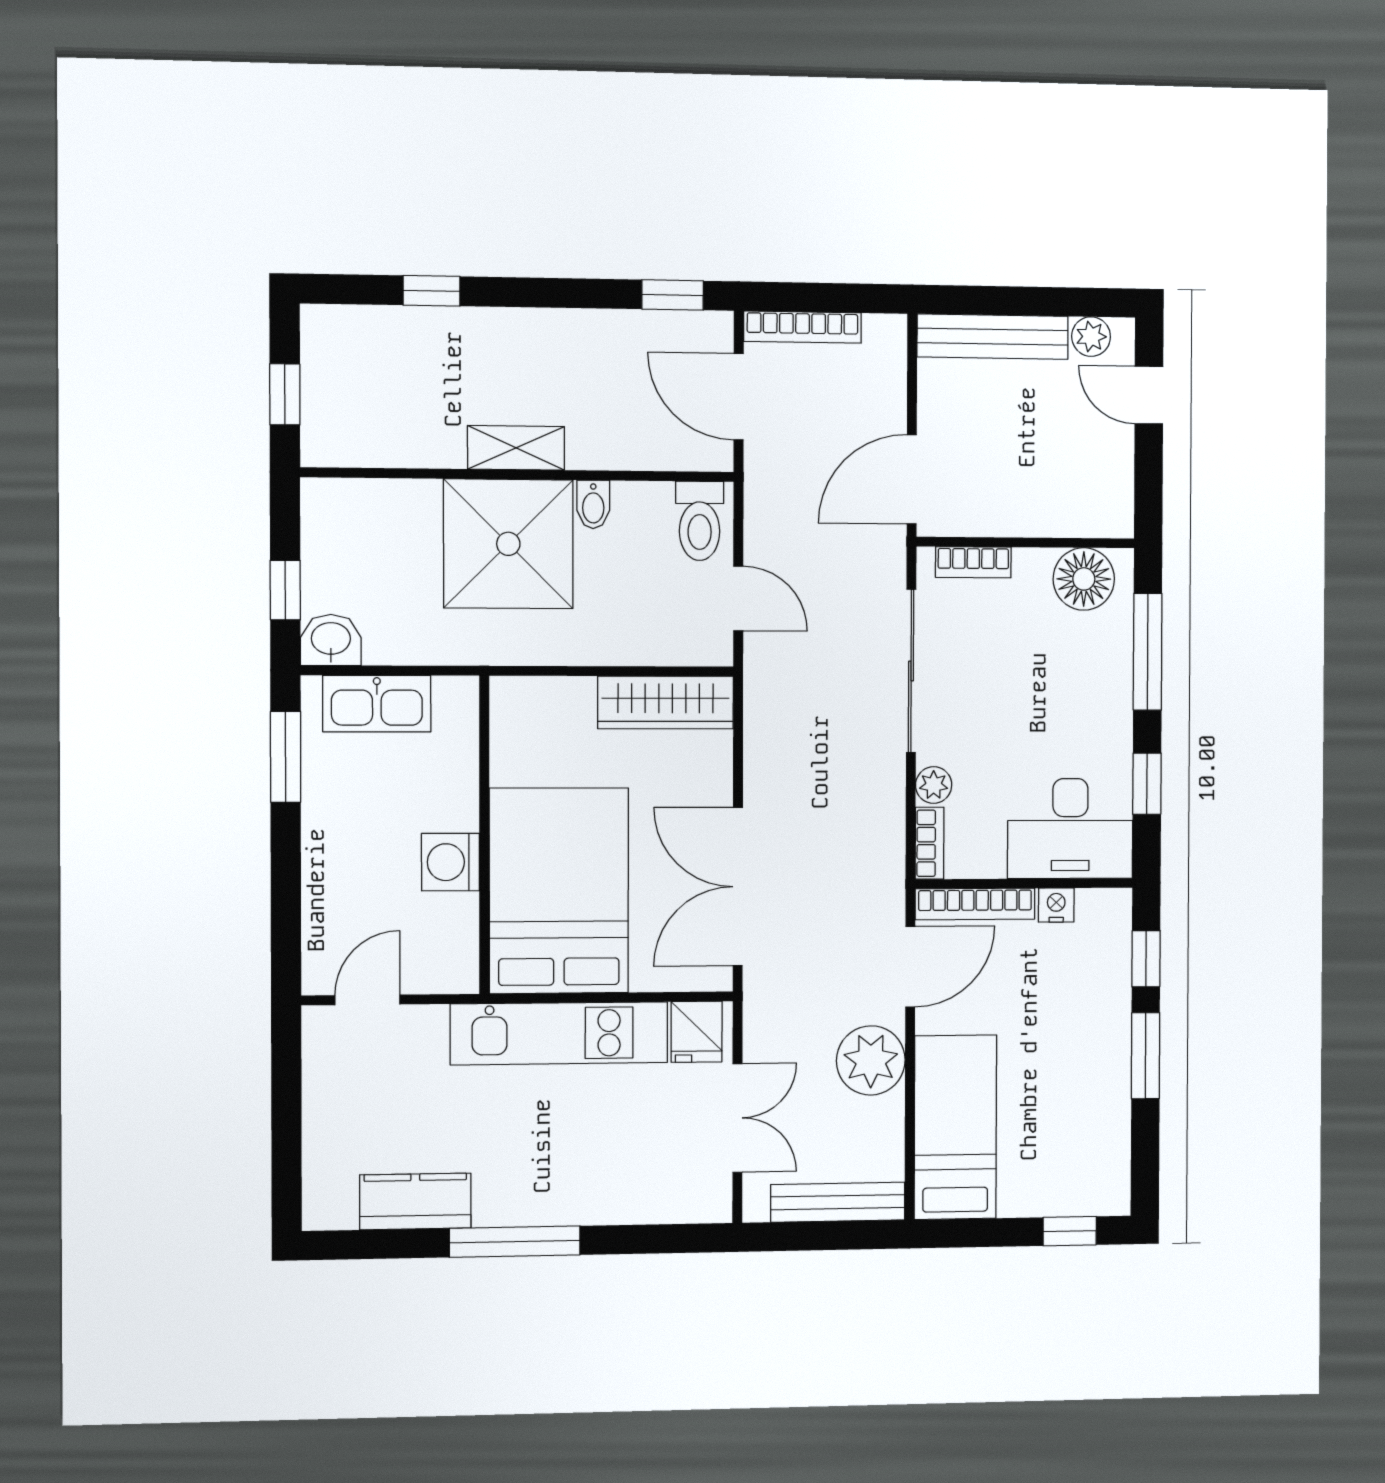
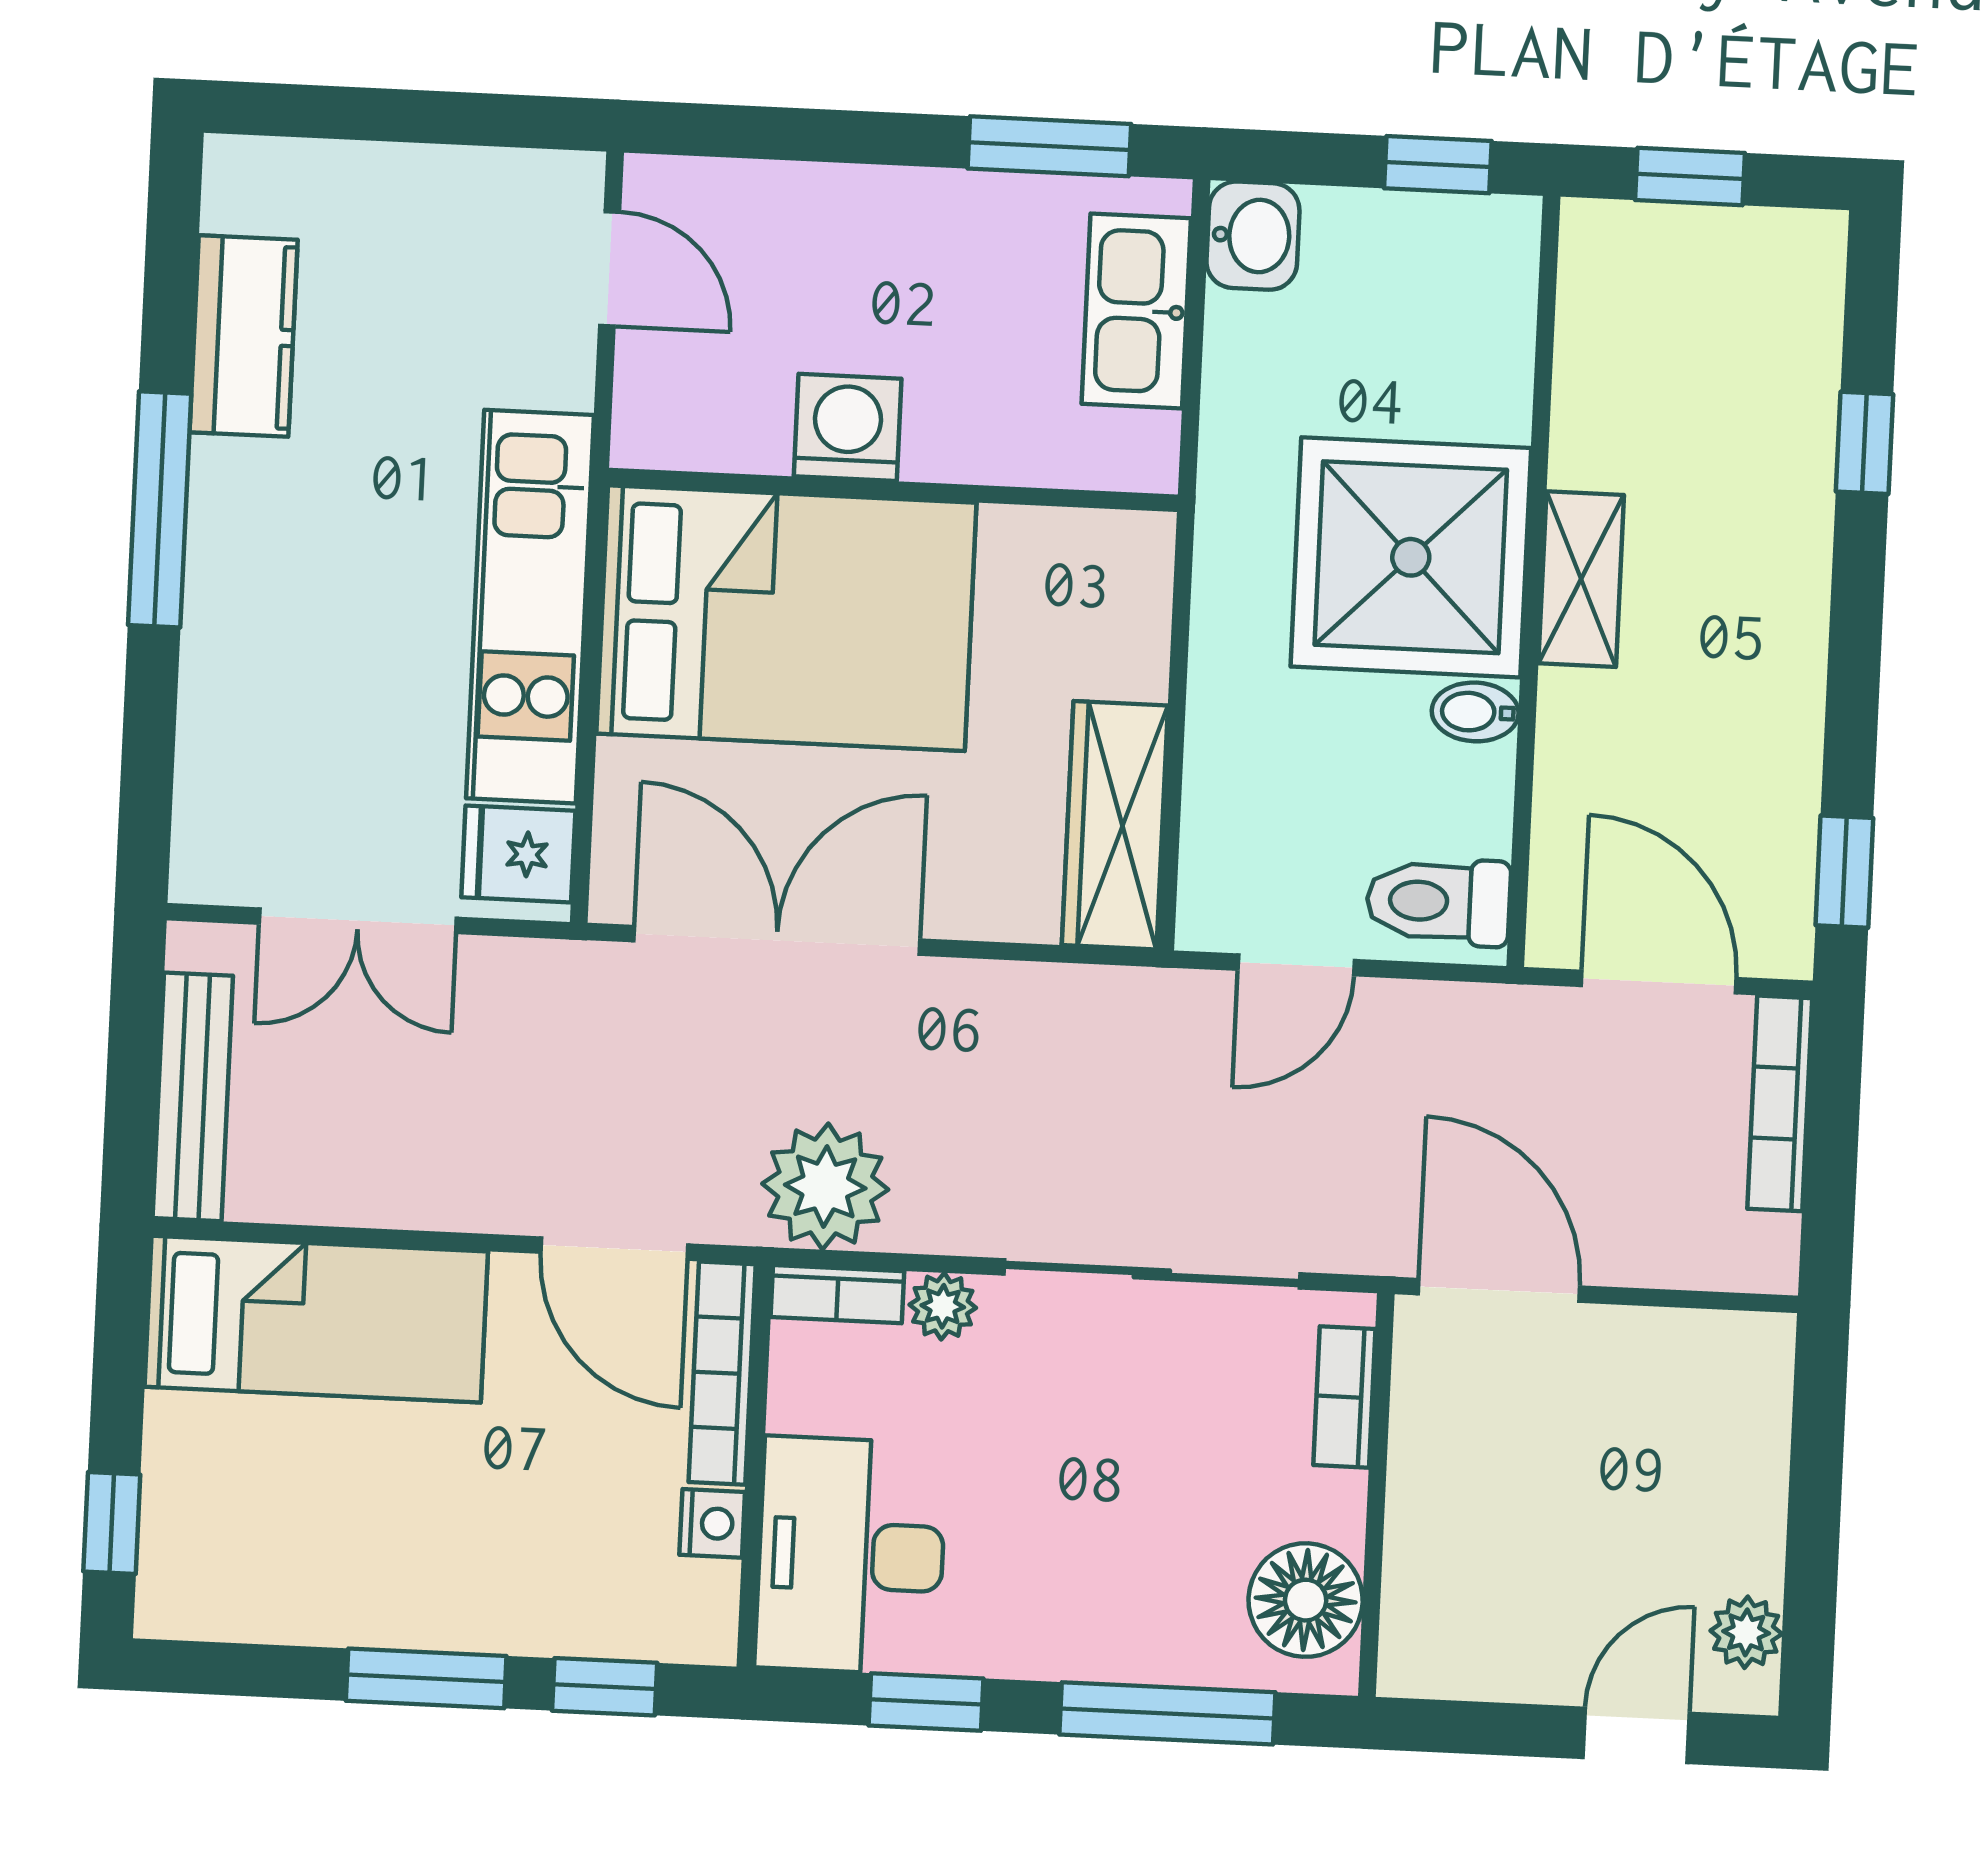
bench: (993, 337) -> (1752, 1450), removed
door: (739, 397) -> (1659, 982), hinge flipped
window: (285, 590) -> (1438, 165), moved
plant: (871, 1060) -> (825, 1187), moved

